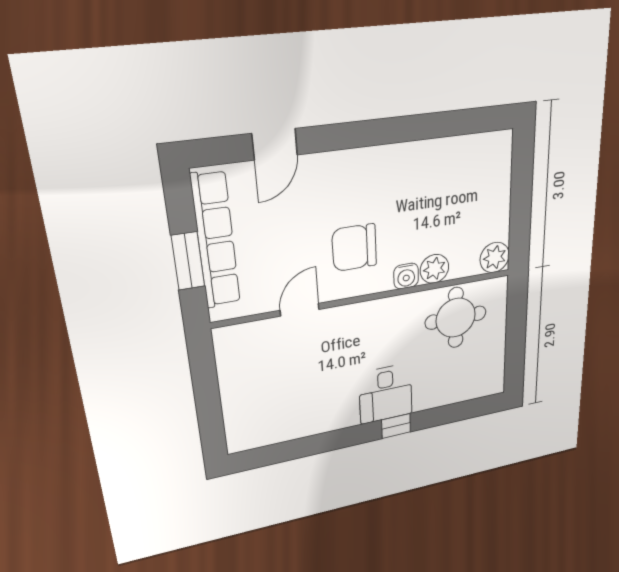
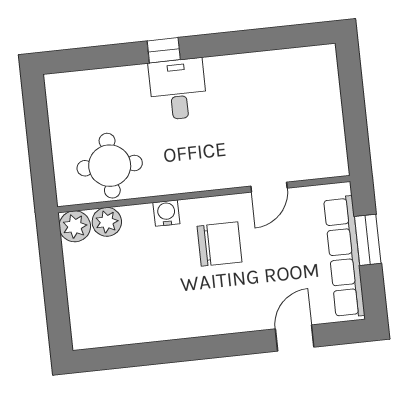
plant: (434, 269) -> (107, 222), moved

